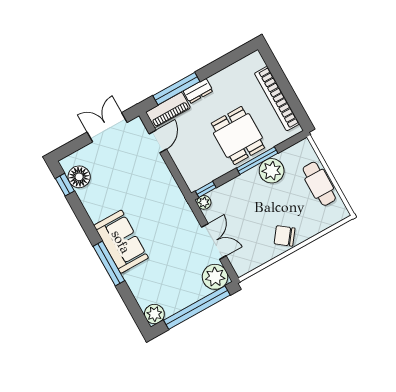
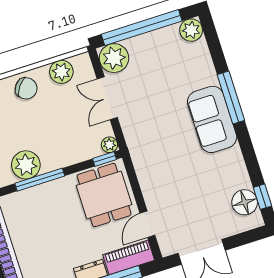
dining table: (238, 136) -> (104, 195), moved
plant: (257, 256) -> (61, 72), added

